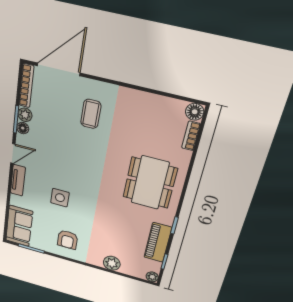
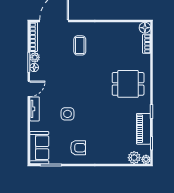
dining table: (150, 183) -> (128, 84), width x0.73
armchair: (68, 240) -> (78, 148), turned -90
plant: (112, 263) -> (134, 158), moved

